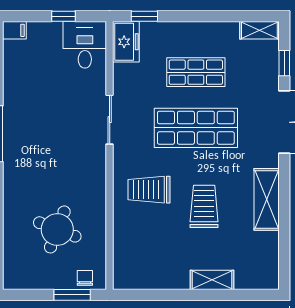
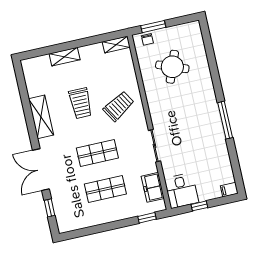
shelving: (259, 30) -> (116, 44), moved
freezer: (126, 42) -> (153, 187), moved
shop shelf: (196, 128) -> (97, 153), width x0.70, depth x0.74
trolley: (149, 190) -> (119, 106), turned -31

